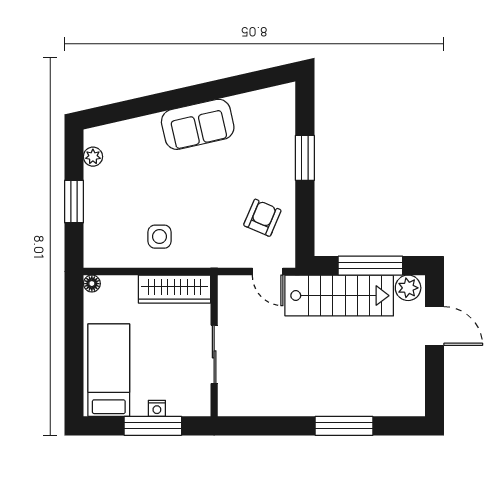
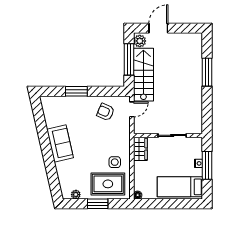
rug: (115, 222) -> (108, 184), added
wardrobe: (174, 289) -> (140, 149), width x0.67

